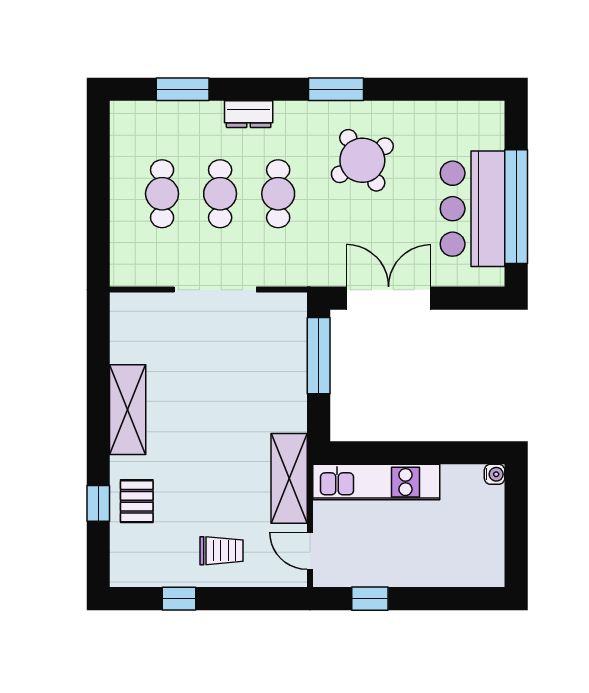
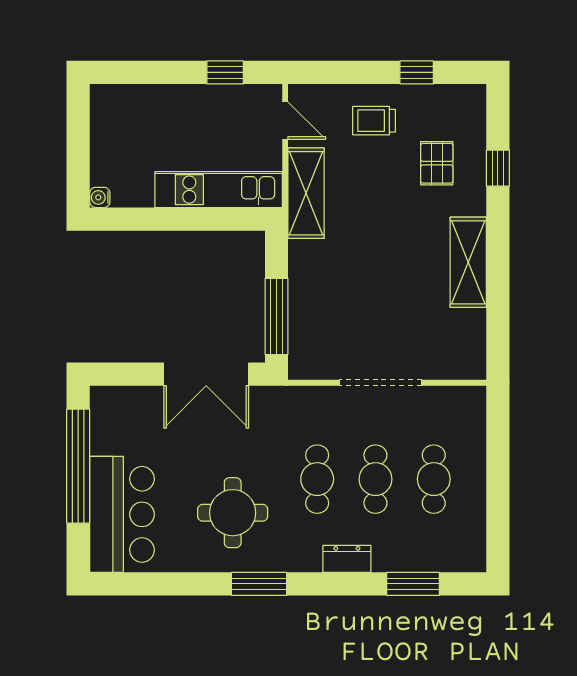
round table: (362, 160) -> (233, 513), turned 32
bar counter: (473, 209) -> (122, 514), moved
pallet: (137, 501) -> (437, 163), moved

